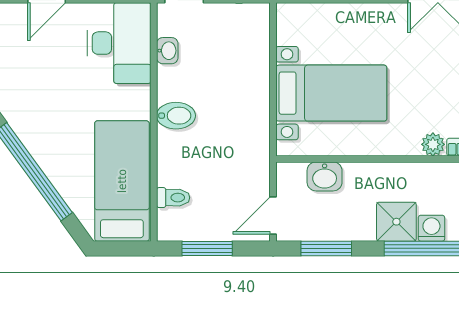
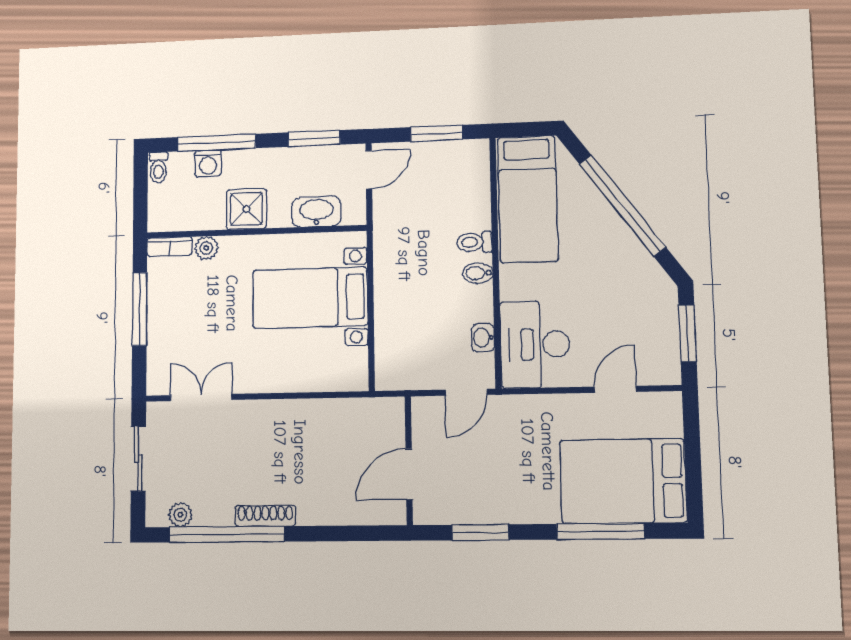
bidet: (176, 116) -> (478, 273), width x0.72, depth x0.74
washbasin: (325, 176) -> (316, 212), width x1.38
toilet: (173, 198) -> (475, 242), moved
shower: (396, 222) -> (246, 209), moved

